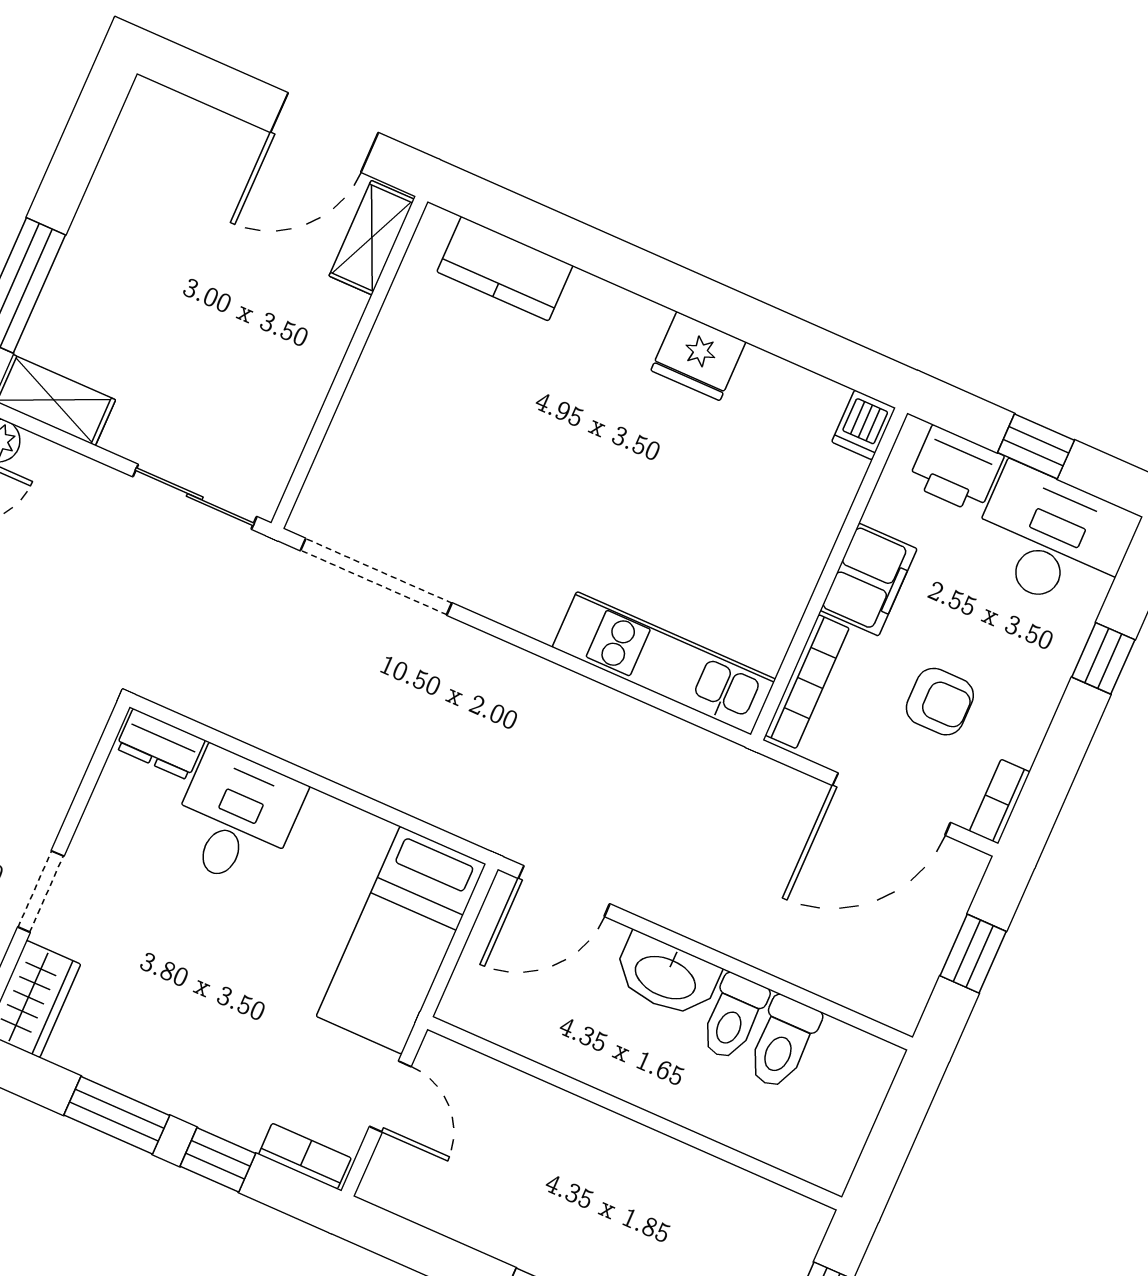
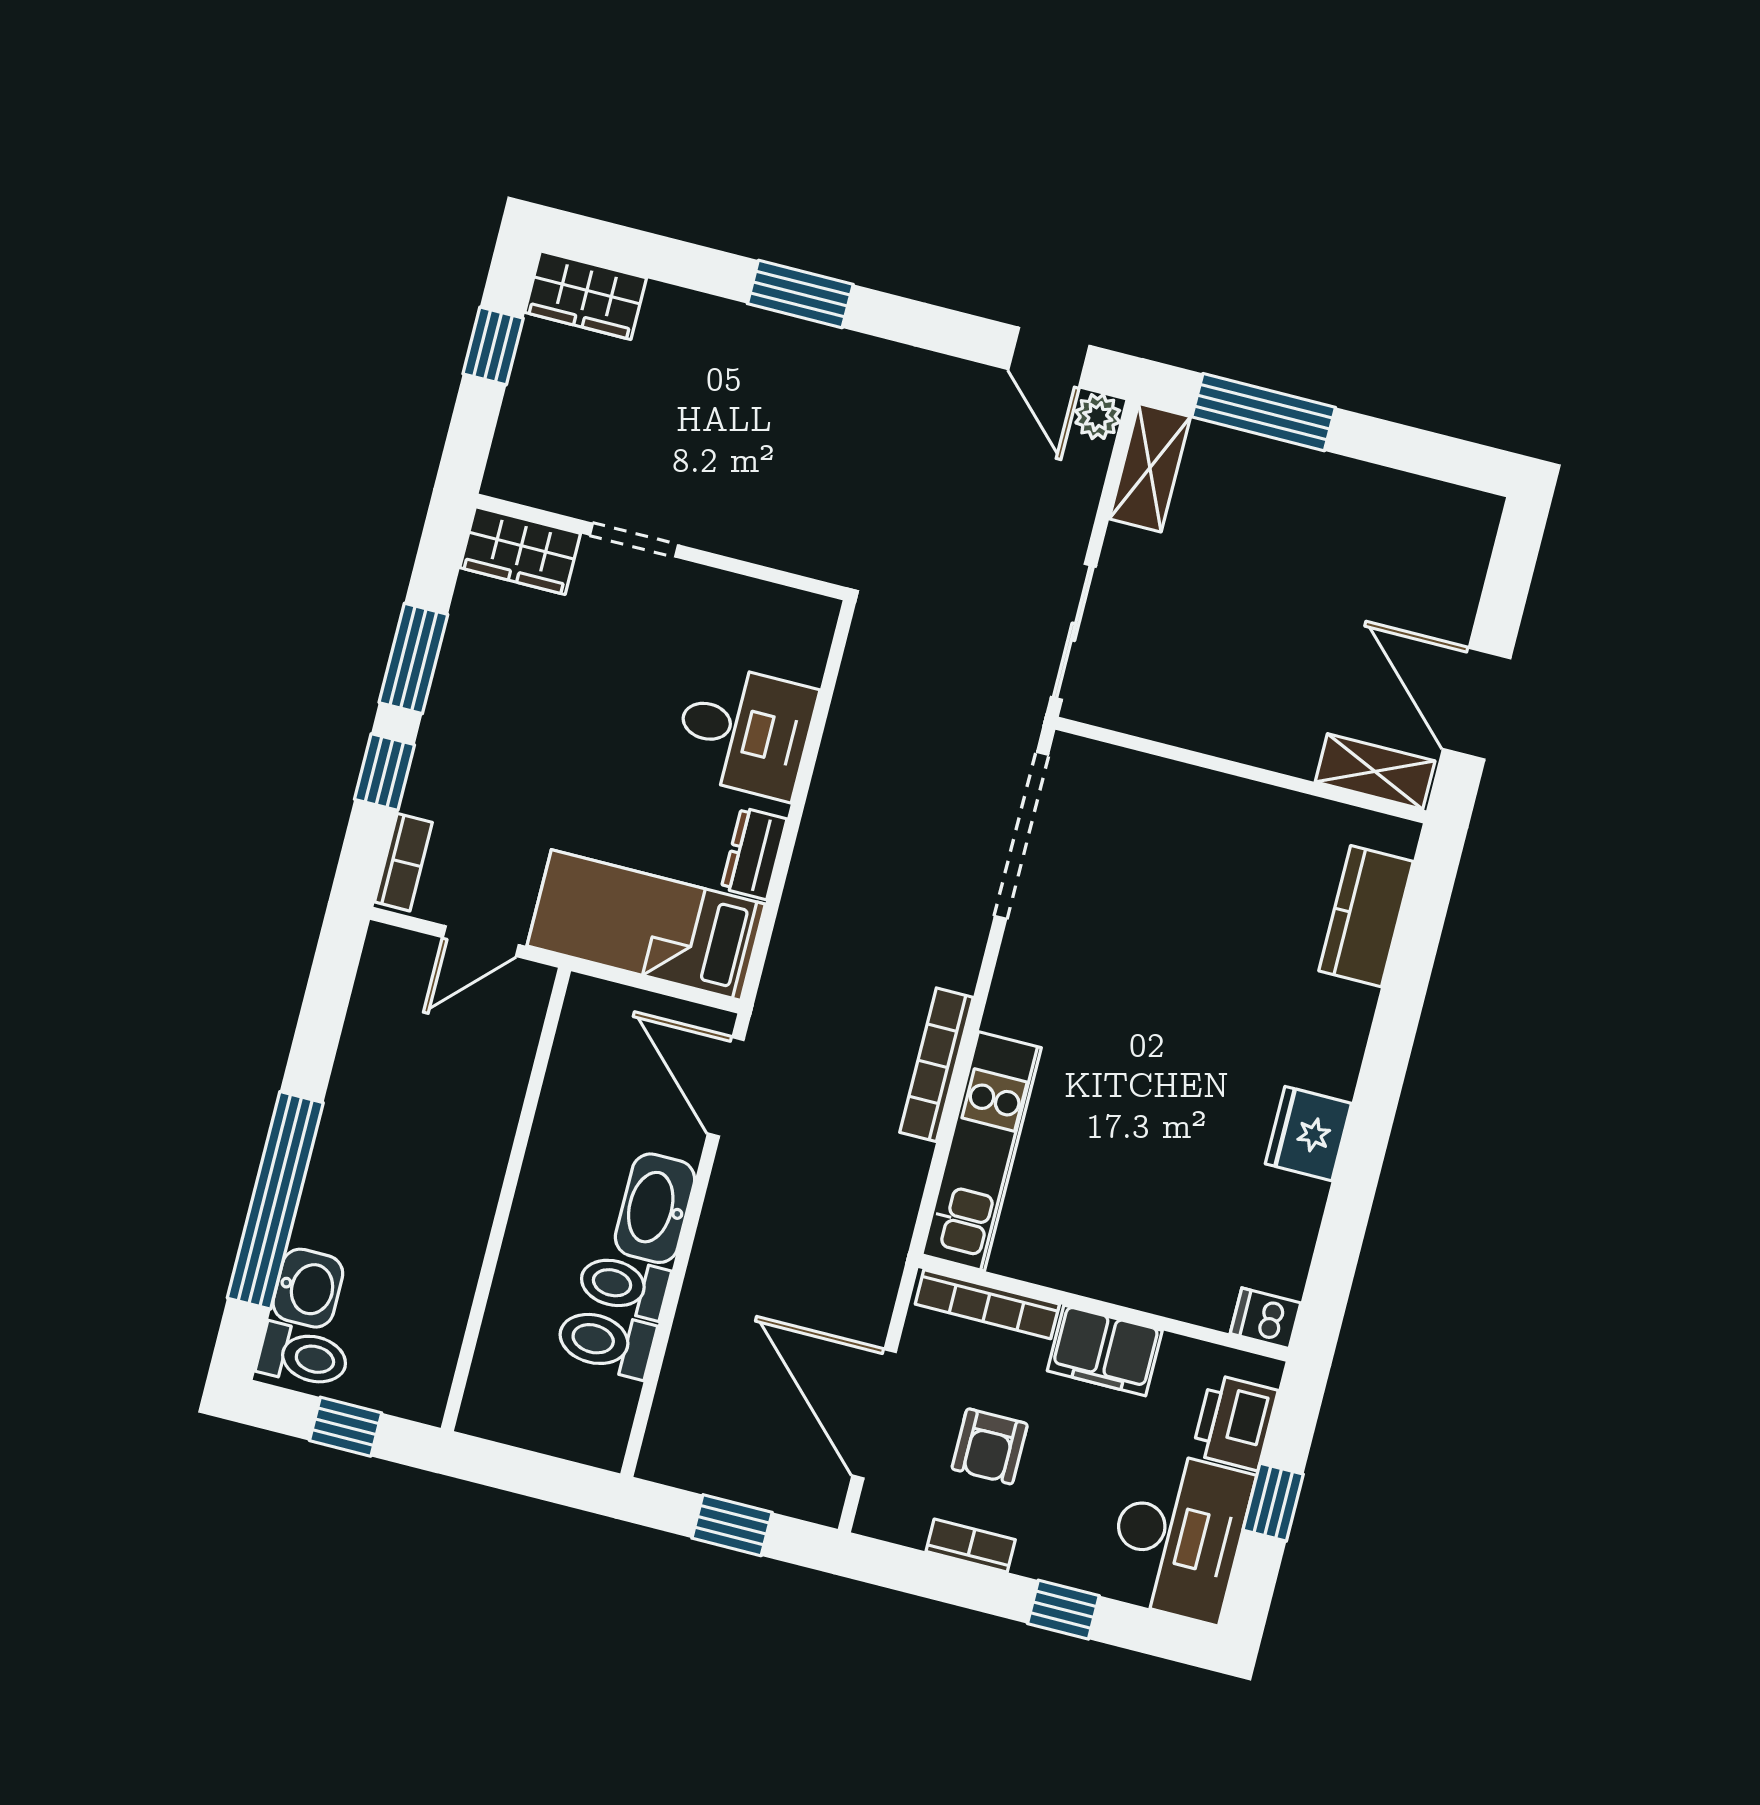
bookcase: (576, 692) -> (936, 1065), added
dresser: (160, 744) -> (754, 853), moved
bookcase: (1000, 802) -> (971, 1546), moved

